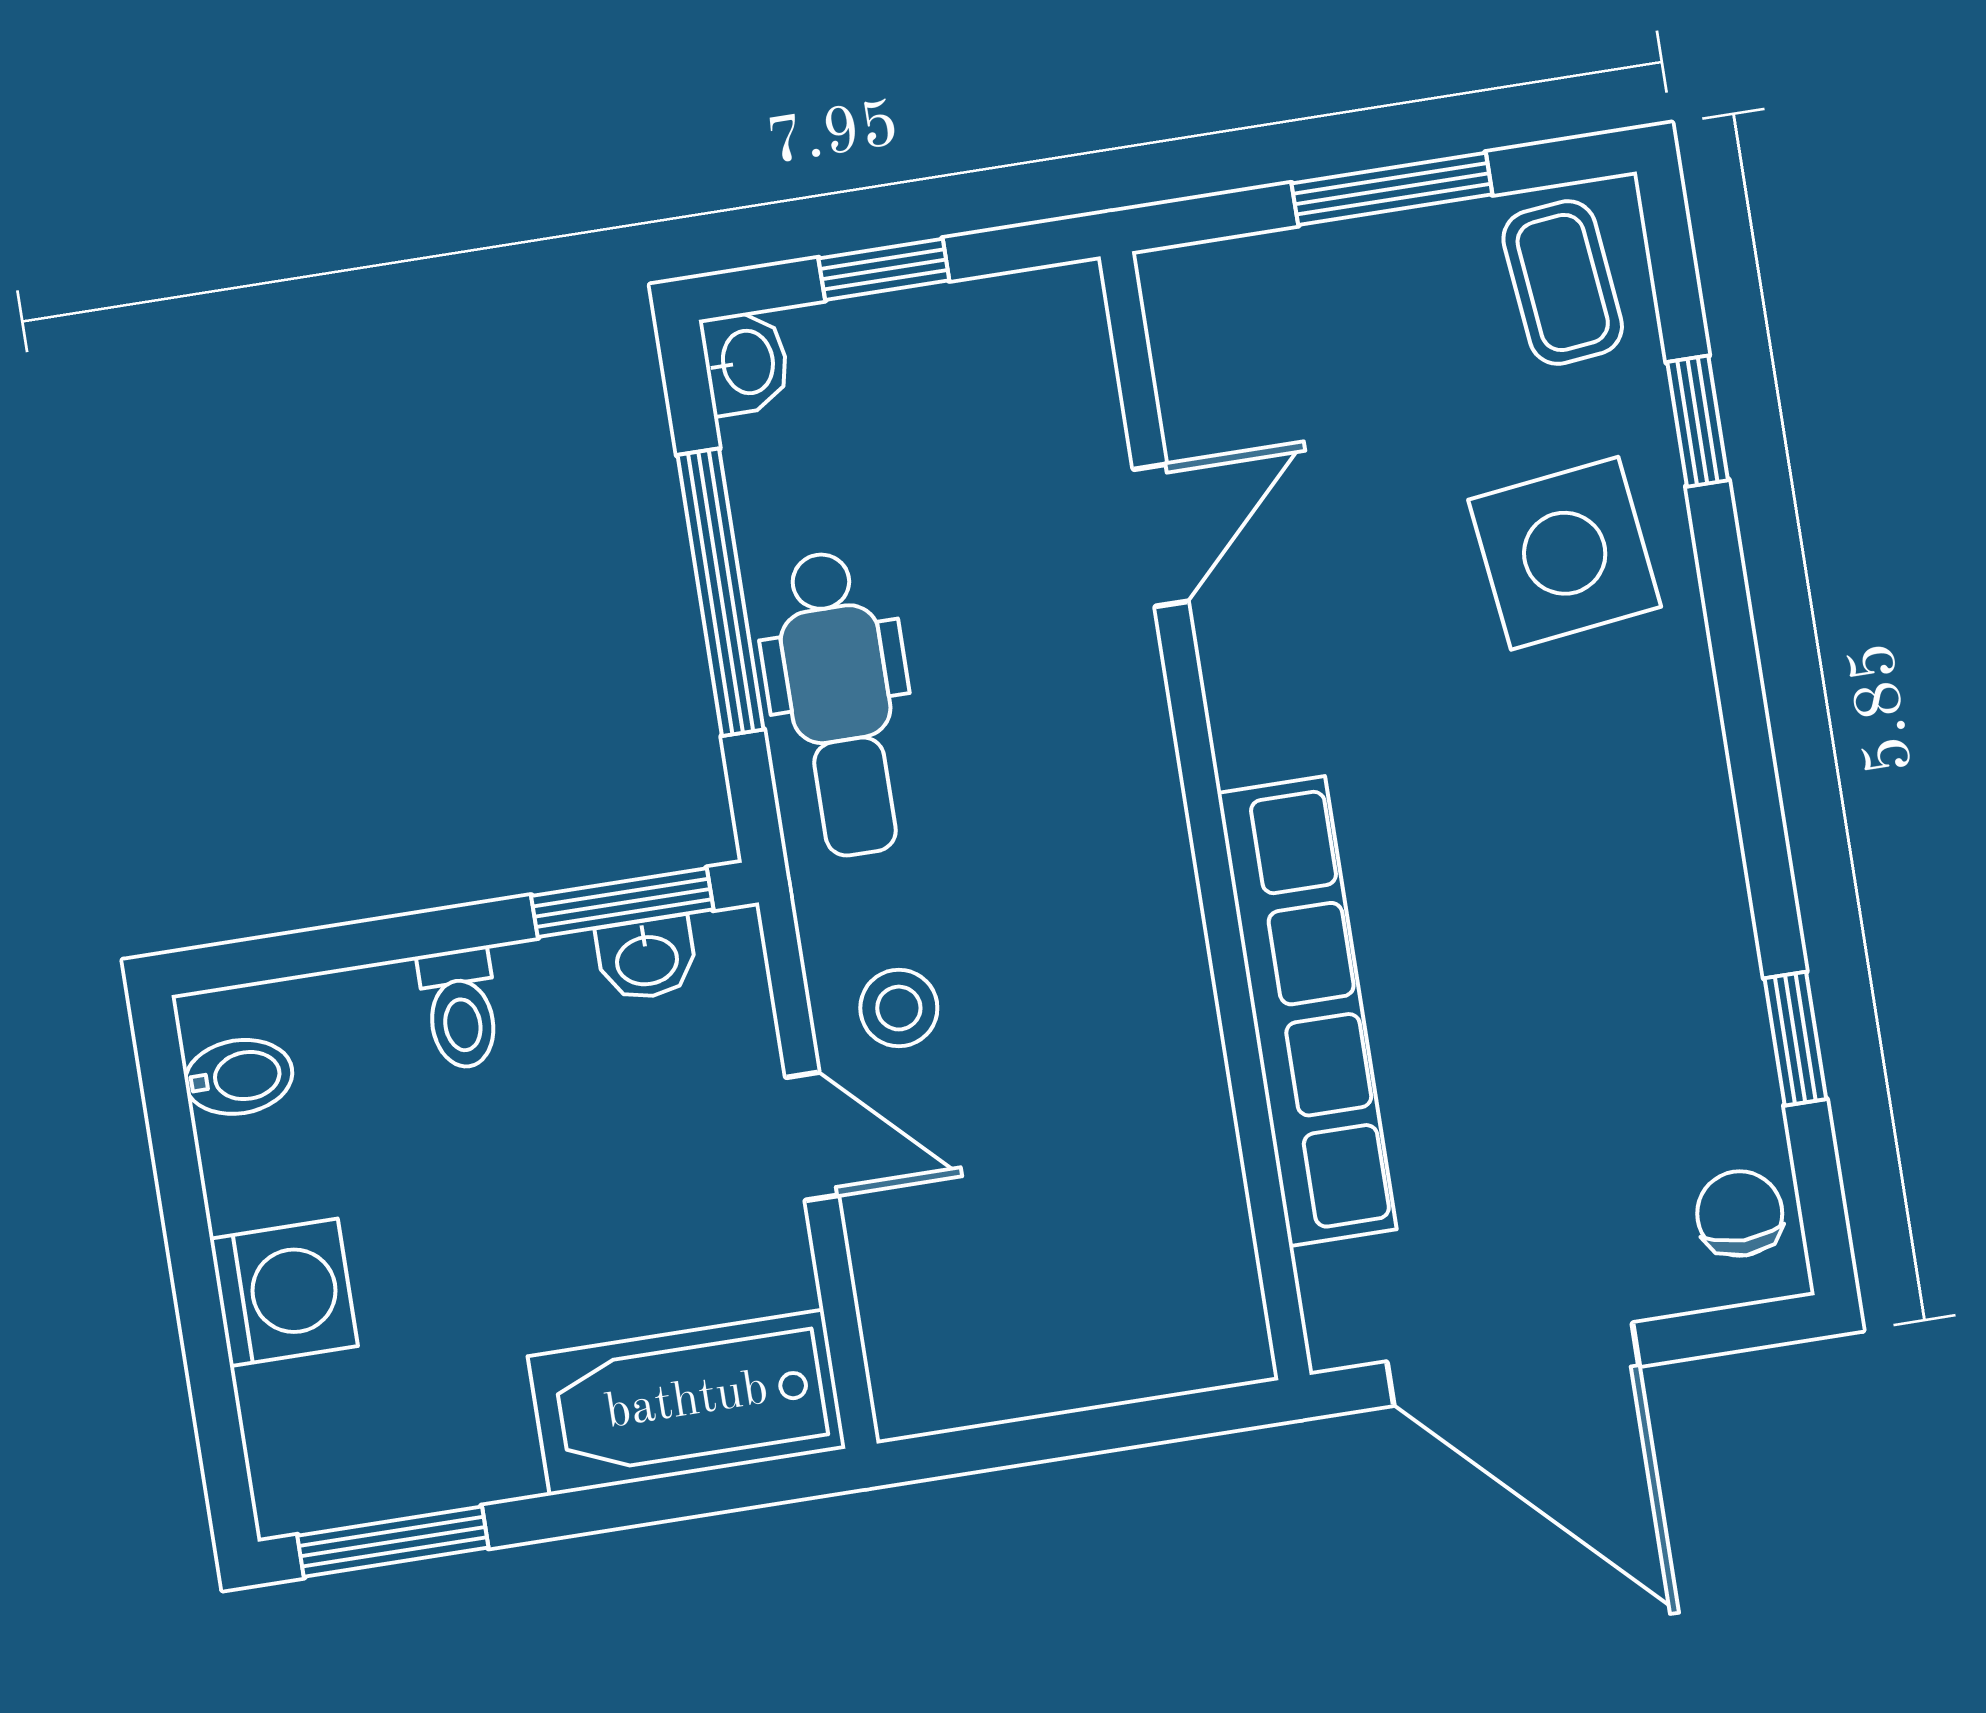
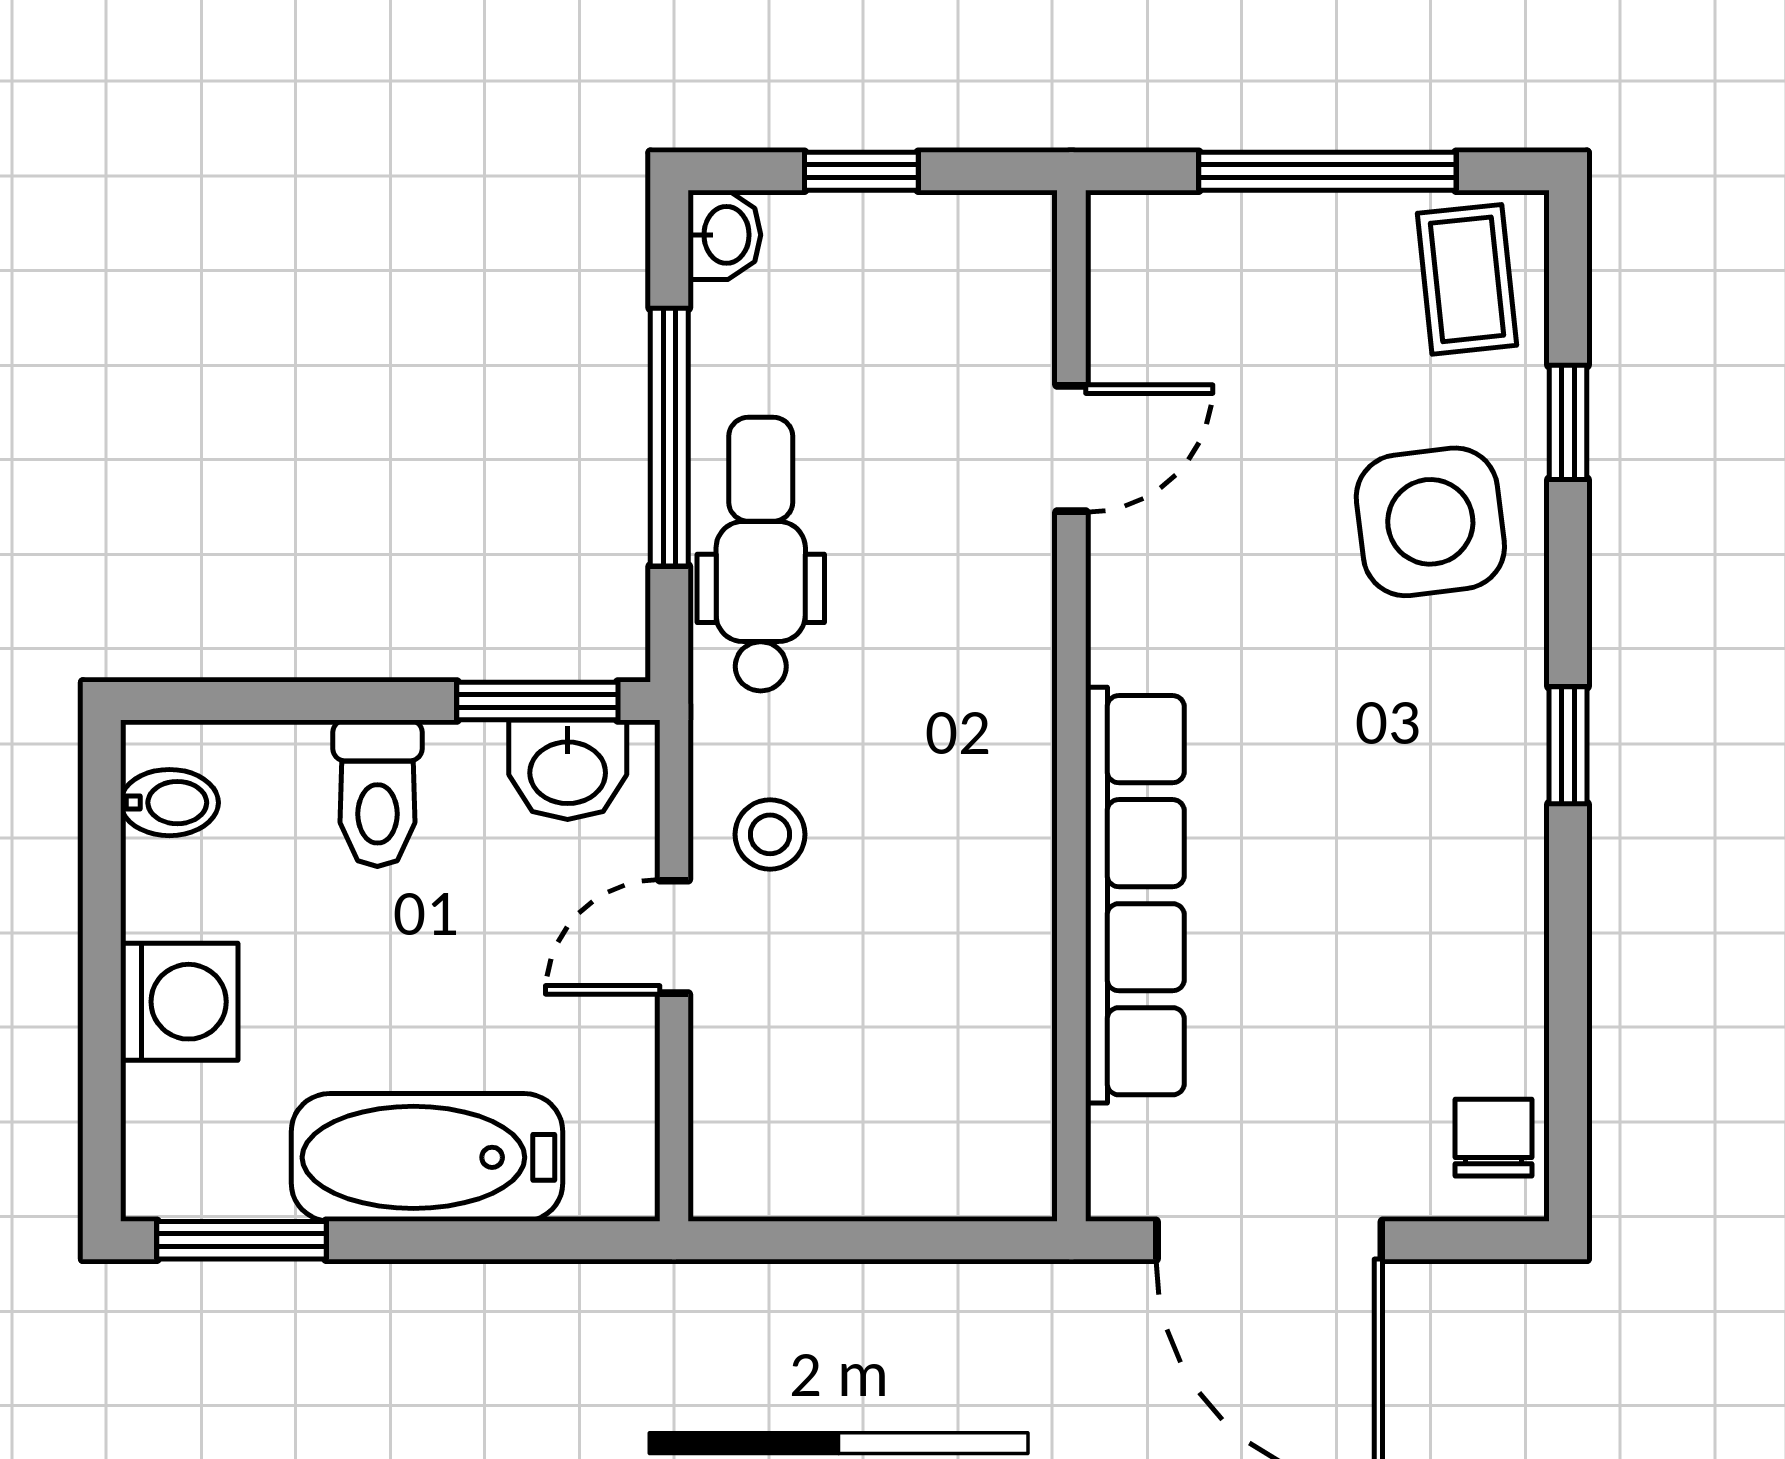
window: (1392, 189) -> (1327, 171), width x1.44
dental chair: (840, 704) -> (761, 554), turned 180
washbasin: (647, 958) -> (568, 770), width x1.38, depth x1.45
toilet: (460, 1009) -> (377, 793), width x1.37, depth x1.39
window: (1795, 1039) -> (1568, 745), moved
door: (812, 1136) -> (674, 937), swing flipped
bathtub: (687, 1402) -> (427, 1157), moved

